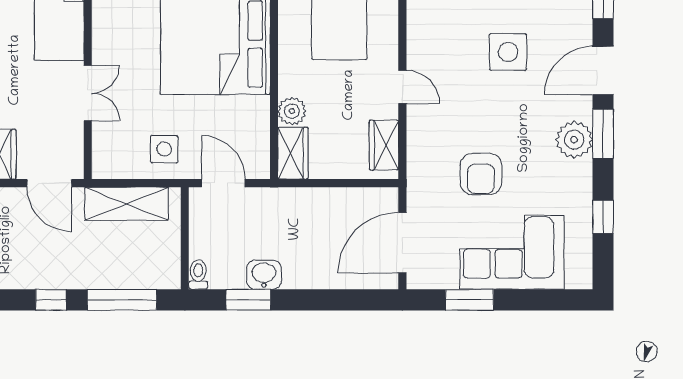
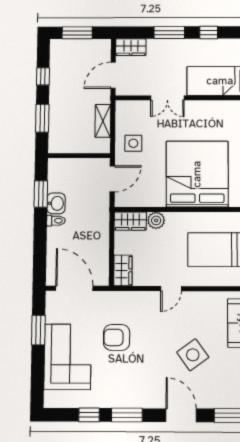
side table: (508, 52) -> (193, 355), turned -36
window: (603, 134) -> (127, 415), moved
plant: (574, 140) -> (138, 397), removed
wardrobe: (384, 145) -> (123, 270), moved, turned 90
shelving: (127, 204) -> (103, 121), width x0.67, depth x0.75
toilet: (198, 274) -> (56, 221), moved
window: (122, 300) -> (42, 118), width x0.69

